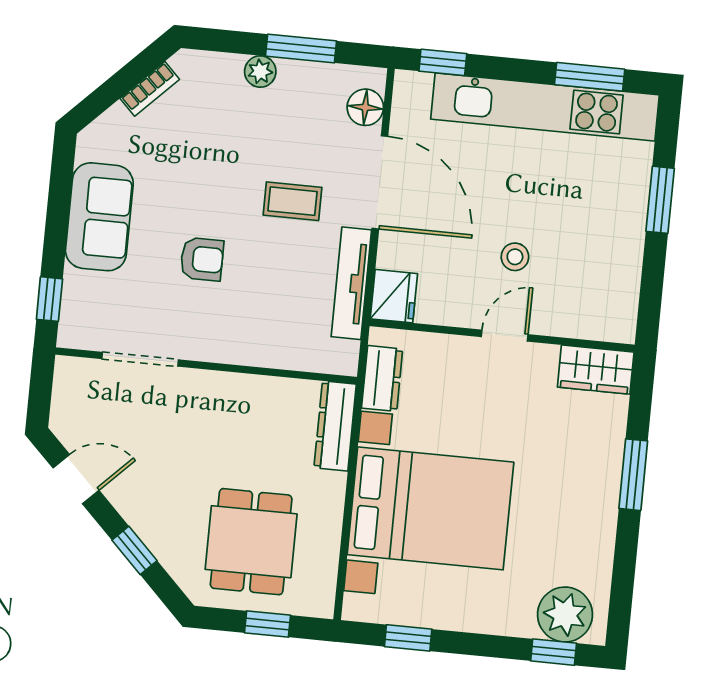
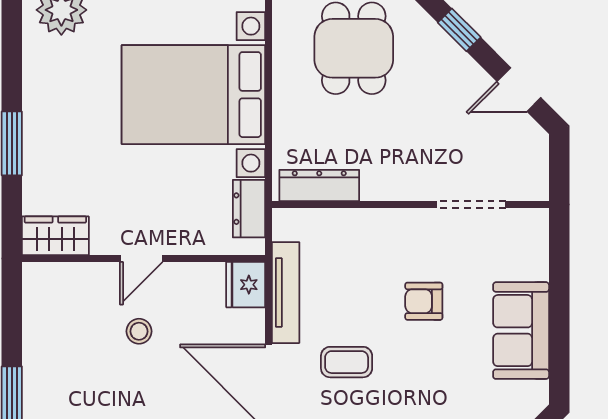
window: (49, 299) -> (559, 251), removed
dresser: (335, 426) -> (319, 185), moved, turned -90

